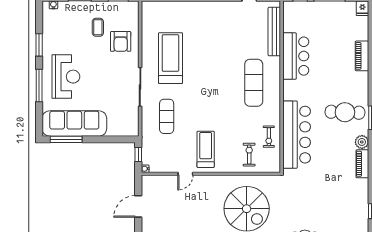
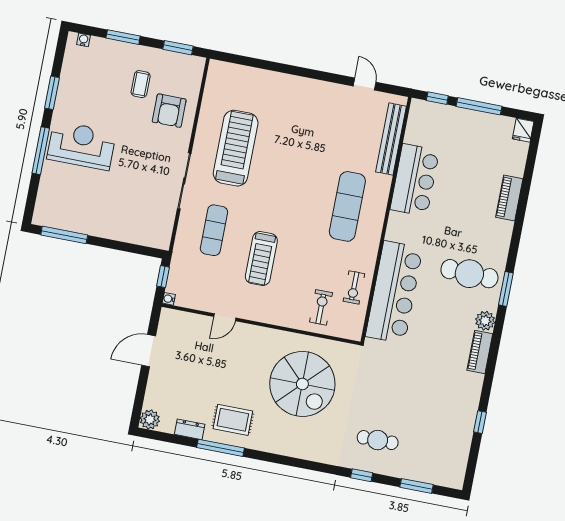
reception desk: (66, 77) -> (81, 146), turned -90
sofa: (74, 123) -> (80, 215), removed
treadmill: (206, 149) -> (261, 259), moved, turned 180

